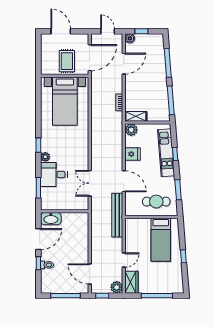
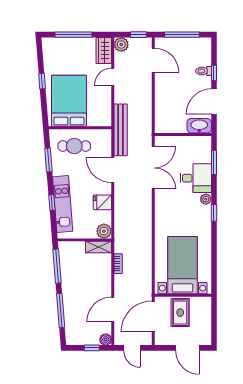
double door: (90, 183) -> (153, 168), width x1.37
bed: (161, 240) -> (69, 101), width x1.50

